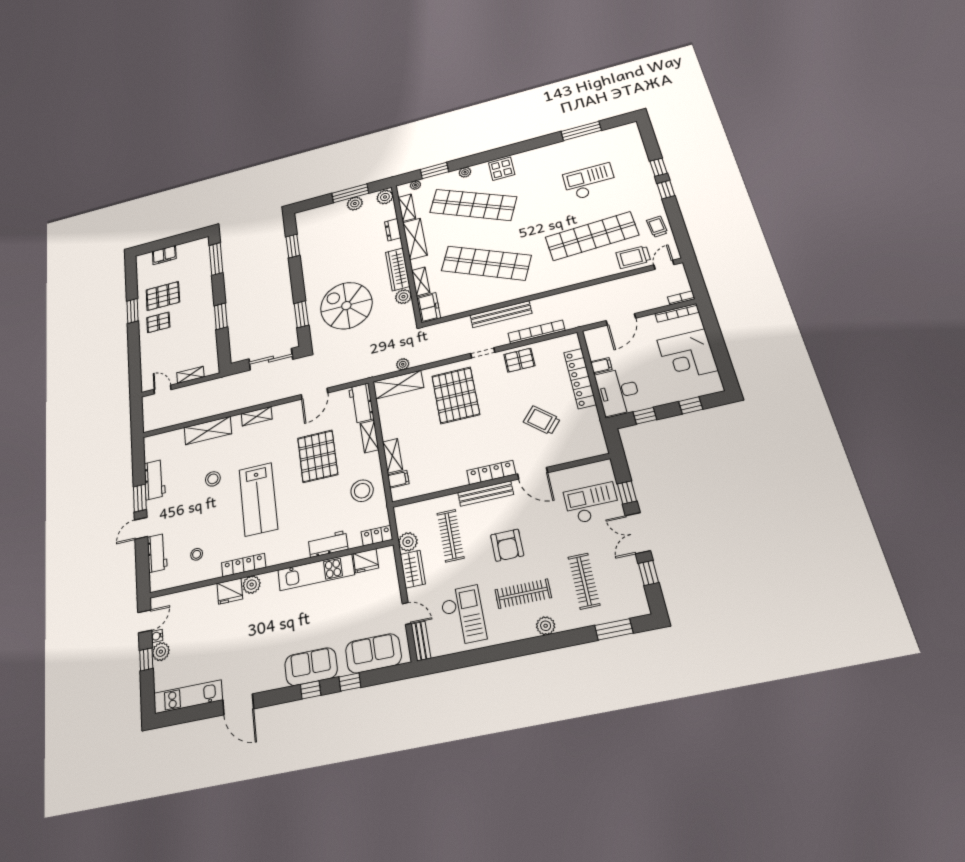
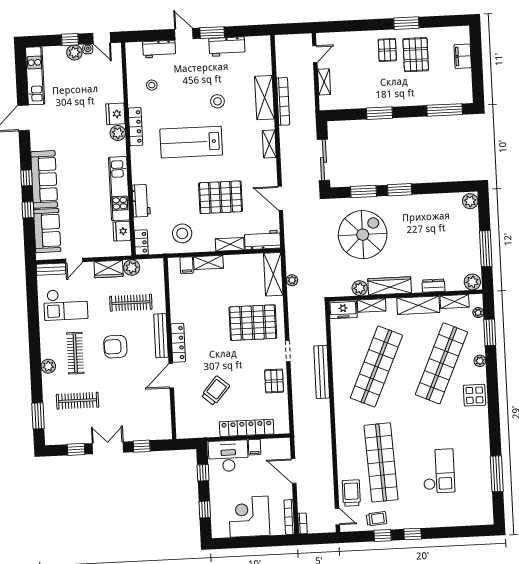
window: (658, 167) -> (383, 536), moved
plant: (355, 204) -> (470, 201), moved
window: (293, 246) -> (400, 190), moved
bookcase: (536, 332) -> (283, 101), moved
checkout: (592, 503) -> (138, 418), removed
sofa: (311, 667) -> (44, 179), width x1.36

